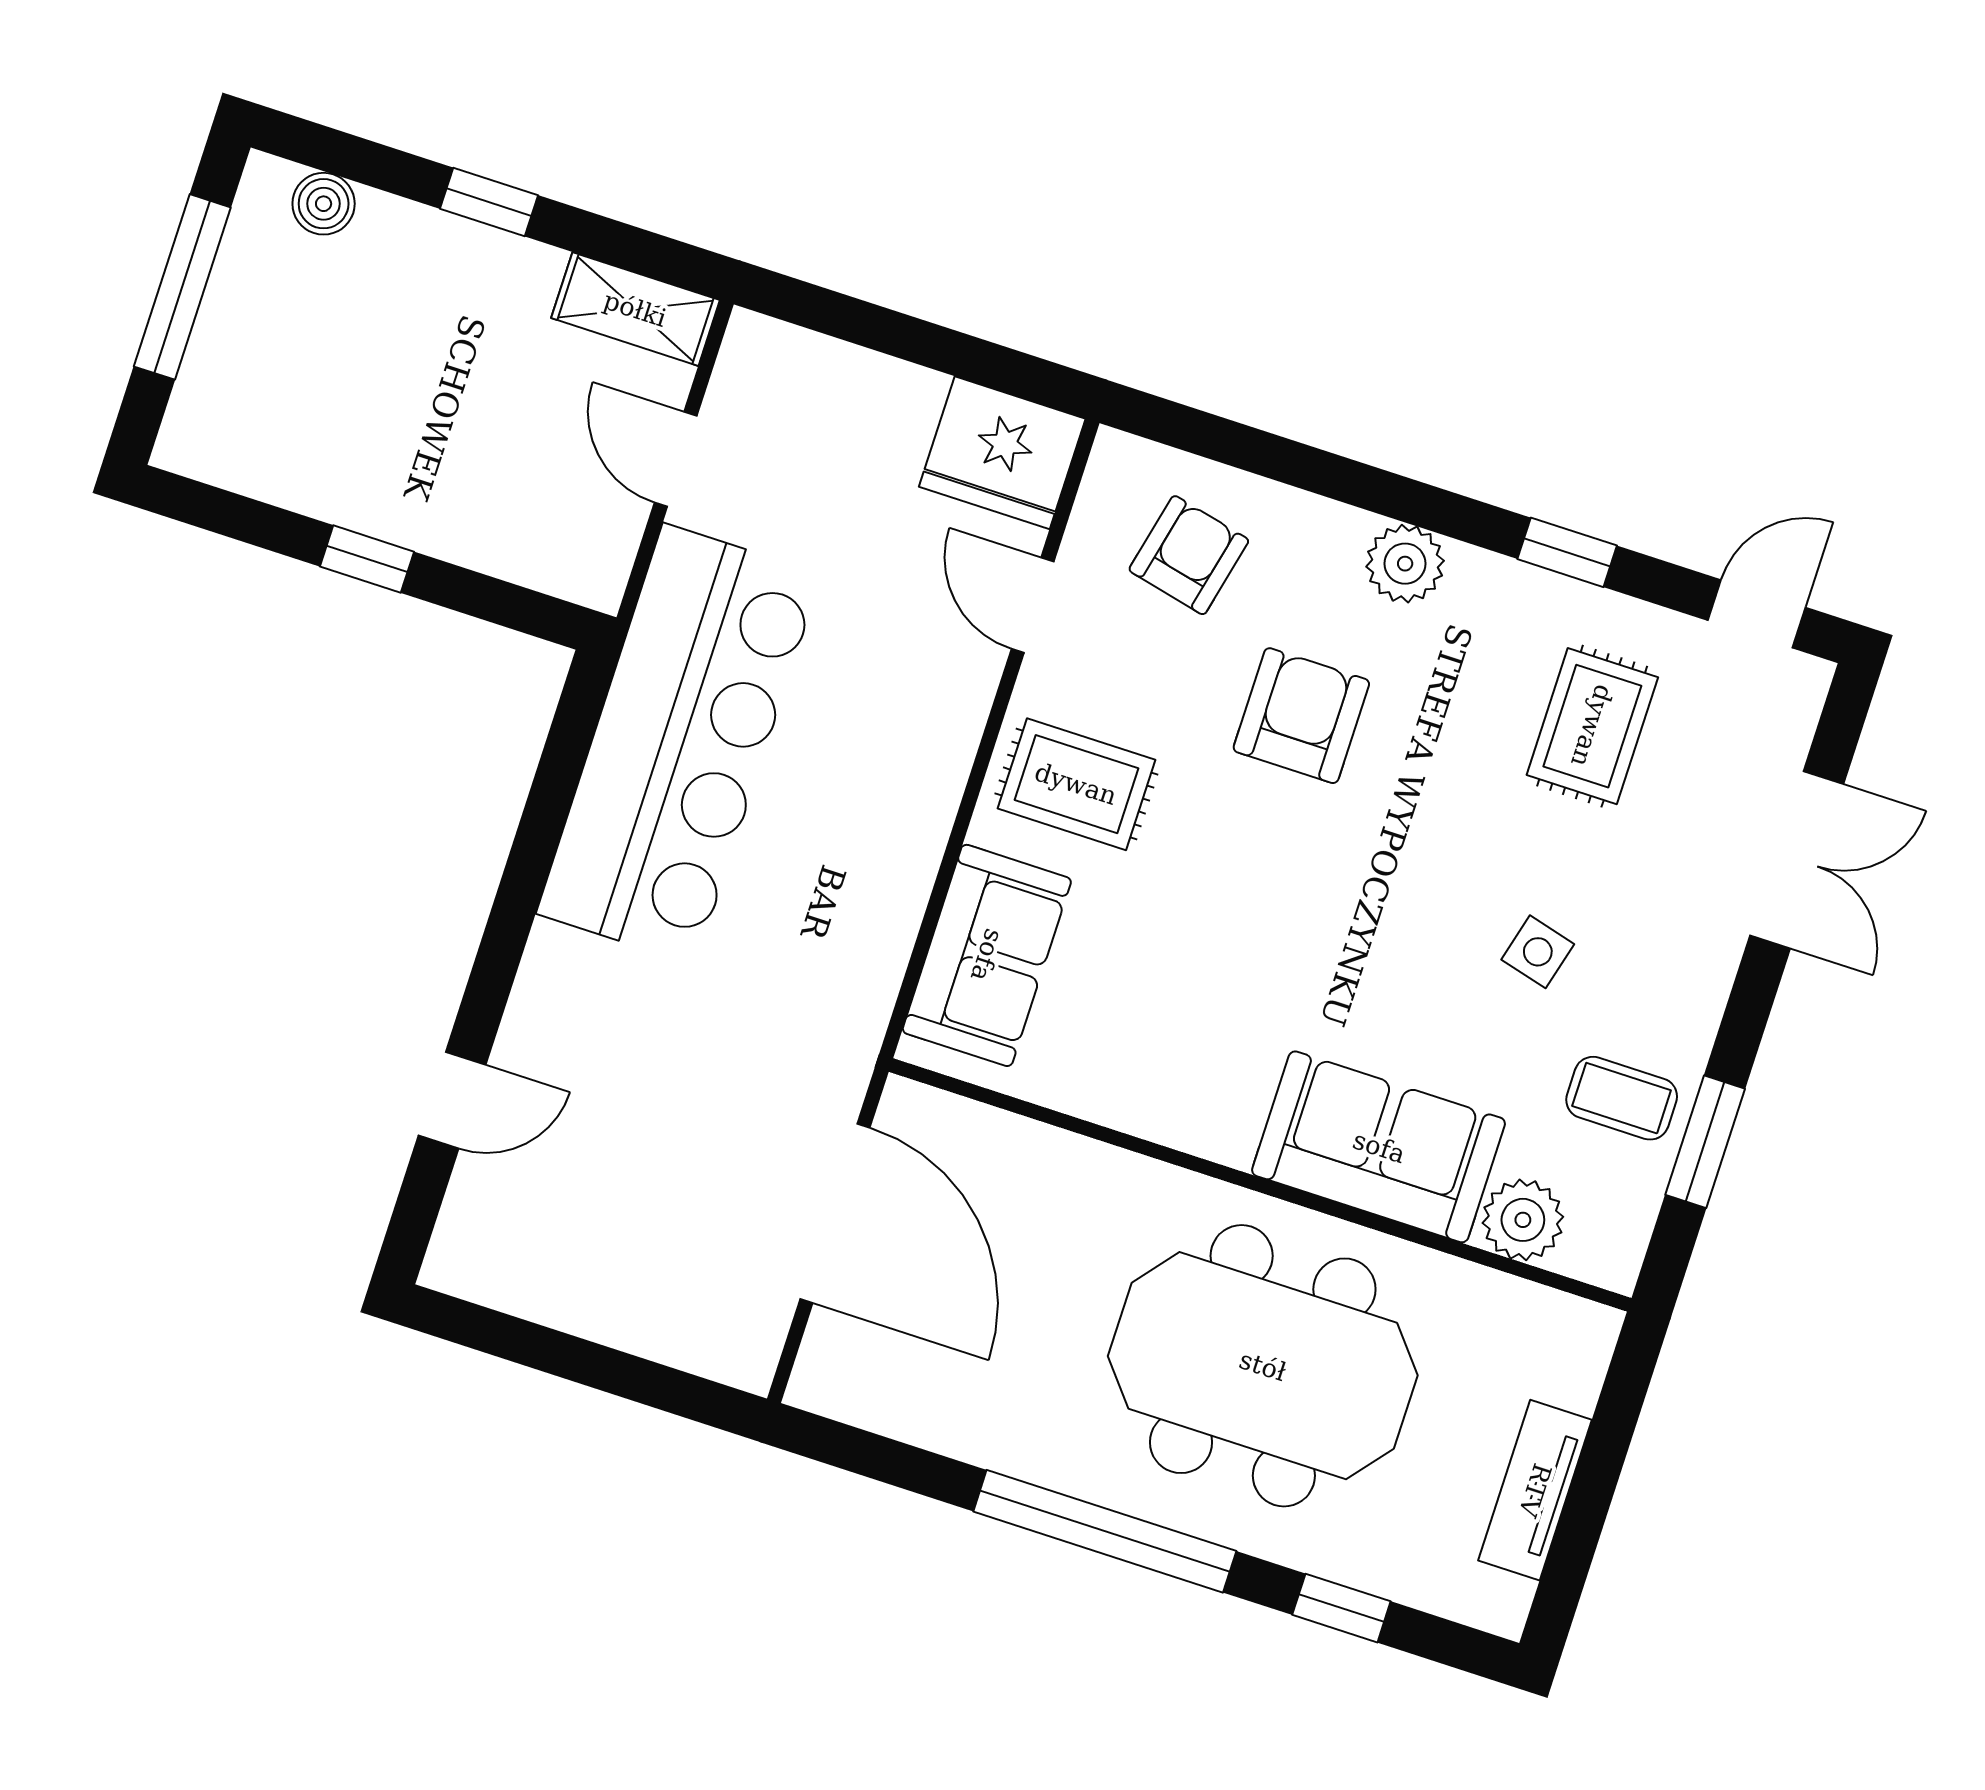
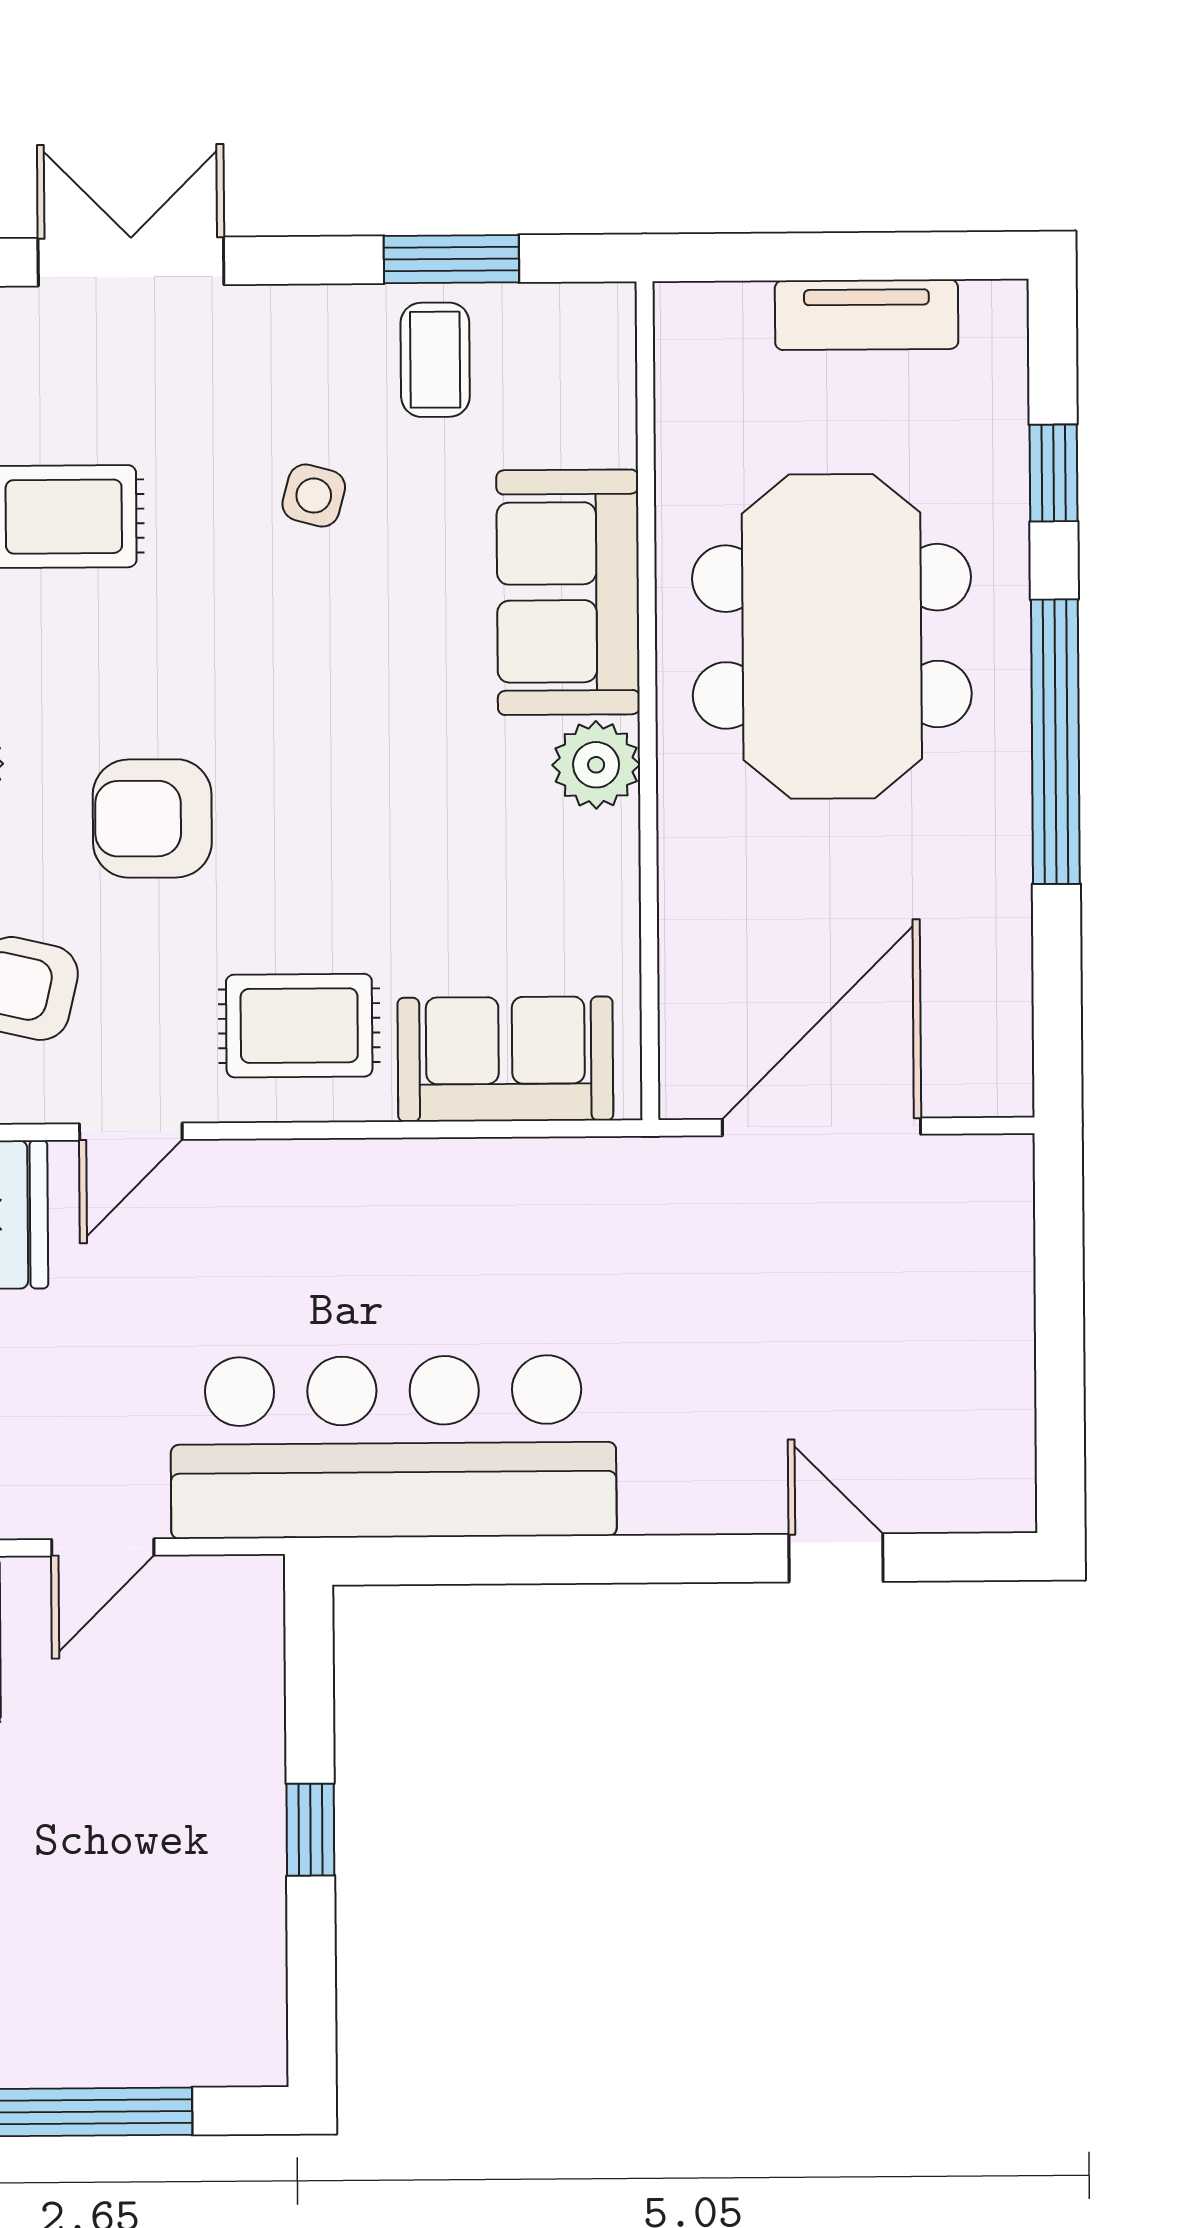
rug: (1076, 784) -> (299, 1026), turned 90
plant: (1523, 1220) -> (596, 765), moved

